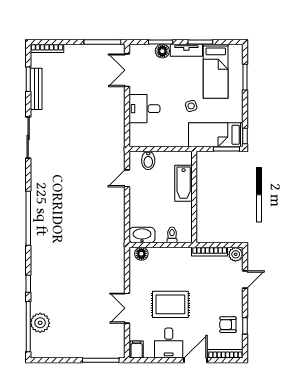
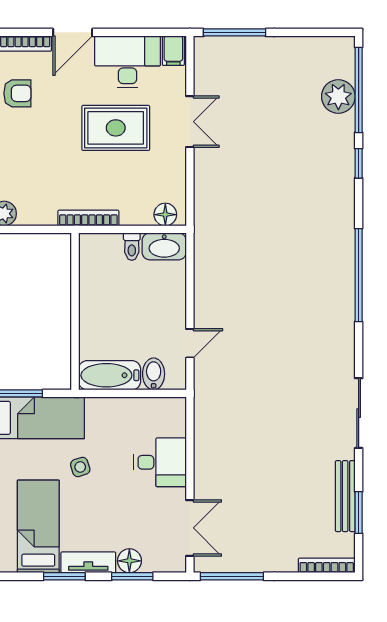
bathtub: (184, 183) -> (110, 375), moved, turned -90
toilet: (172, 235) -> (132, 247), moved
bookcase: (210, 252) -> (88, 218), moved
desk: (169, 343) -> (127, 62), width x1.37

